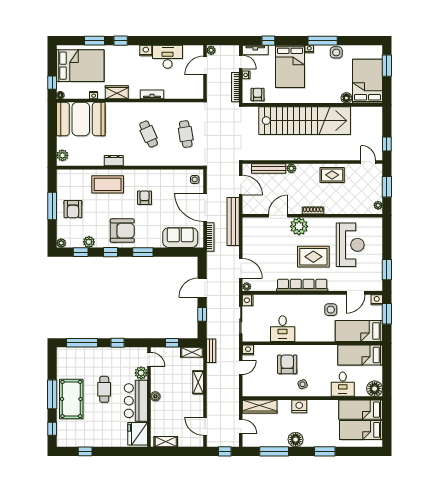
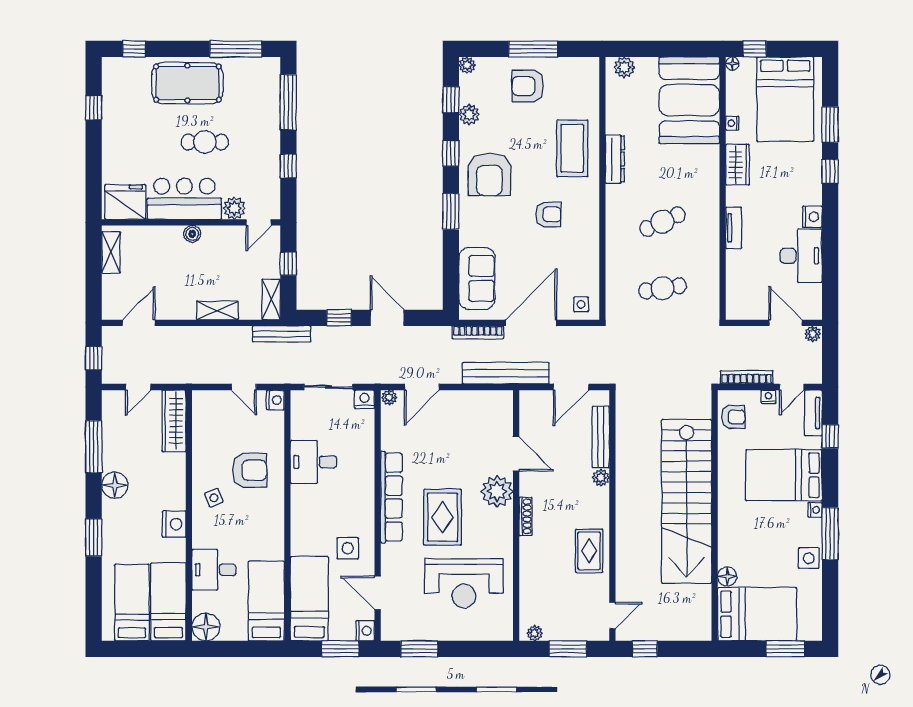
dresser: (114, 161) -> (615, 159), width x1.44
bench: (211, 351) -> (282, 334), width x1.36
window: (52, 394) -> (236, 49), moved
nightstand: (299, 406) -> (174, 524), moved

